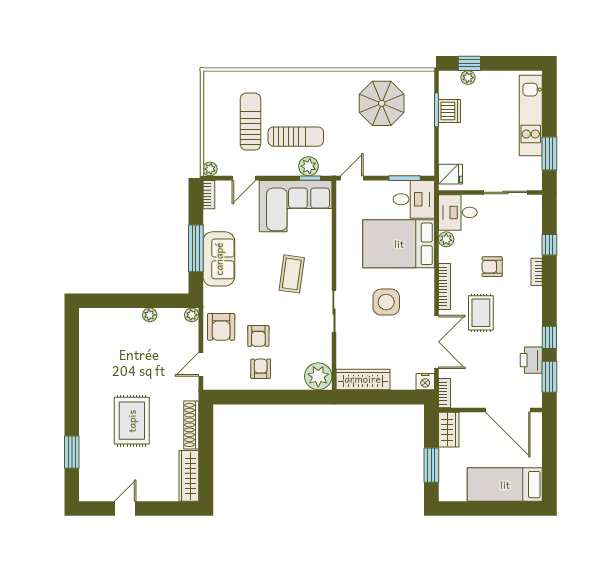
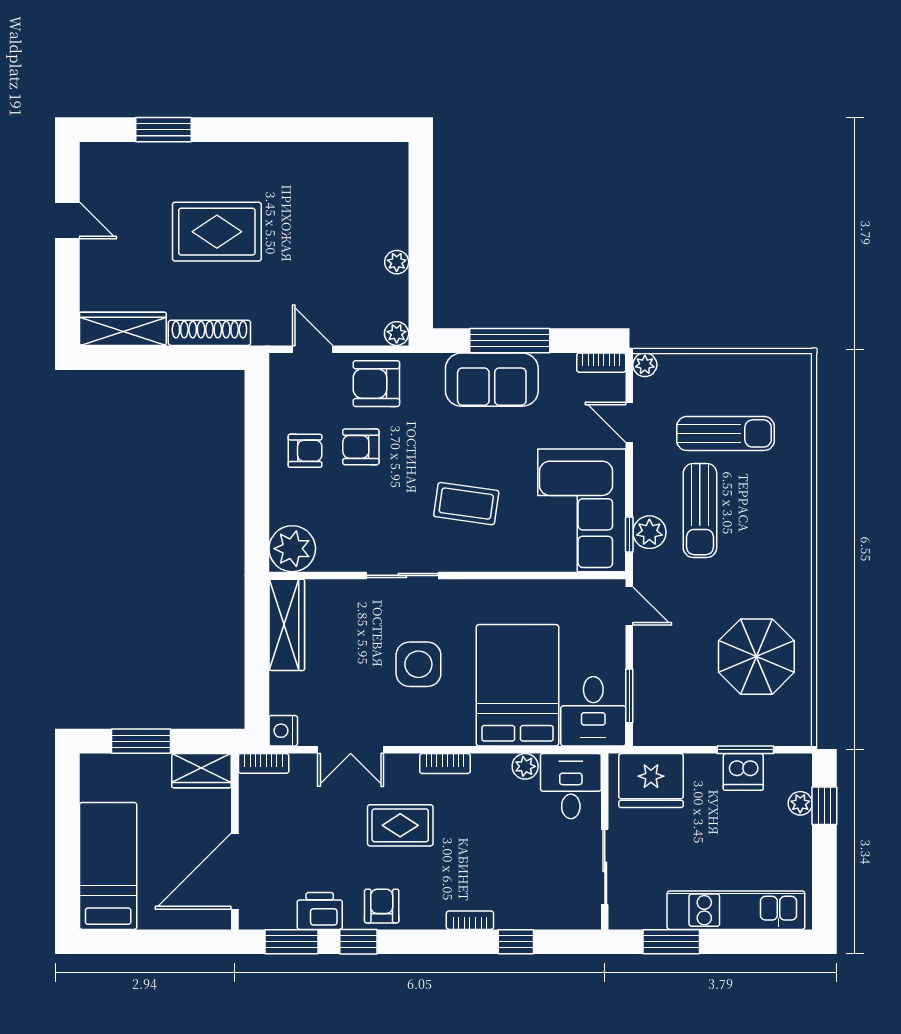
fridge: (450, 174) -> (651, 781), width x1.88, depth x1.34
armchair: (492, 267) -> (382, 906), moved
bookcase: (445, 286) -> (445, 763), width x0.64
double door: (436, 342) -> (351, 750), width x0.73

